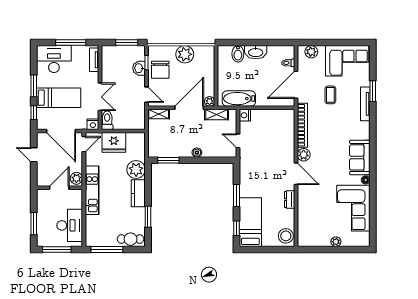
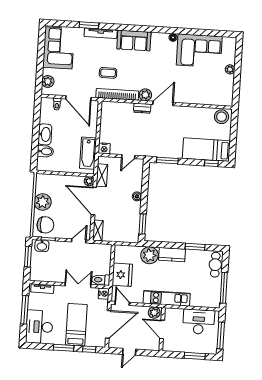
washbasin: (139, 68) -> (42, 246), moved
chair: (160, 70) -> (45, 225), moved
coffee table: (330, 95) -> (108, 73), moved
sofa: (360, 157) -> (134, 41), moved
window: (236, 195) -> (167, 160), moved
dresser: (290, 200) -> (142, 108), moved

